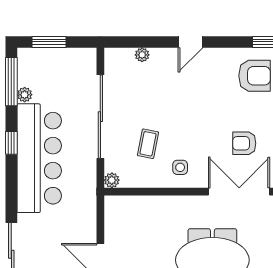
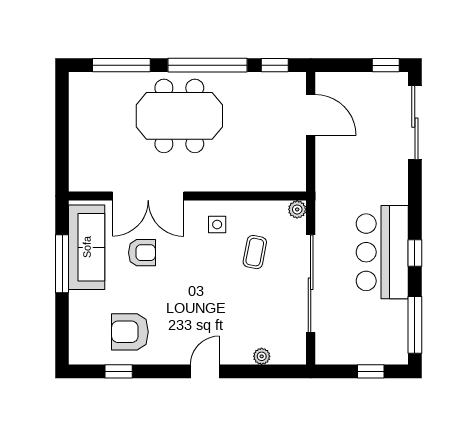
window: (49, 42) -> (371, 371), width x0.67
plant: (25, 95) -> (399, 310), removed
bar counter: (39, 158) -> (382, 252), width x0.73

